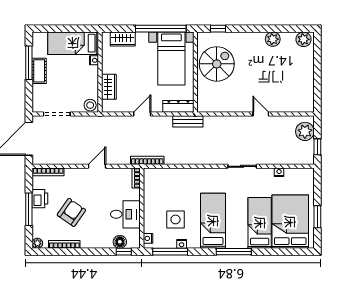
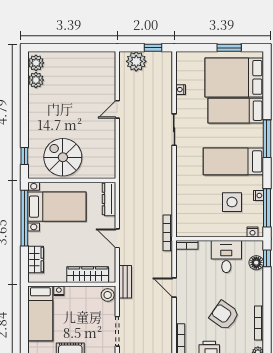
plant: (273, 39) -> (36, 80), moved
wardrobe: (109, 87) -> (88, 275), width x1.50
bench: (188, 121) -> (125, 282), moved

